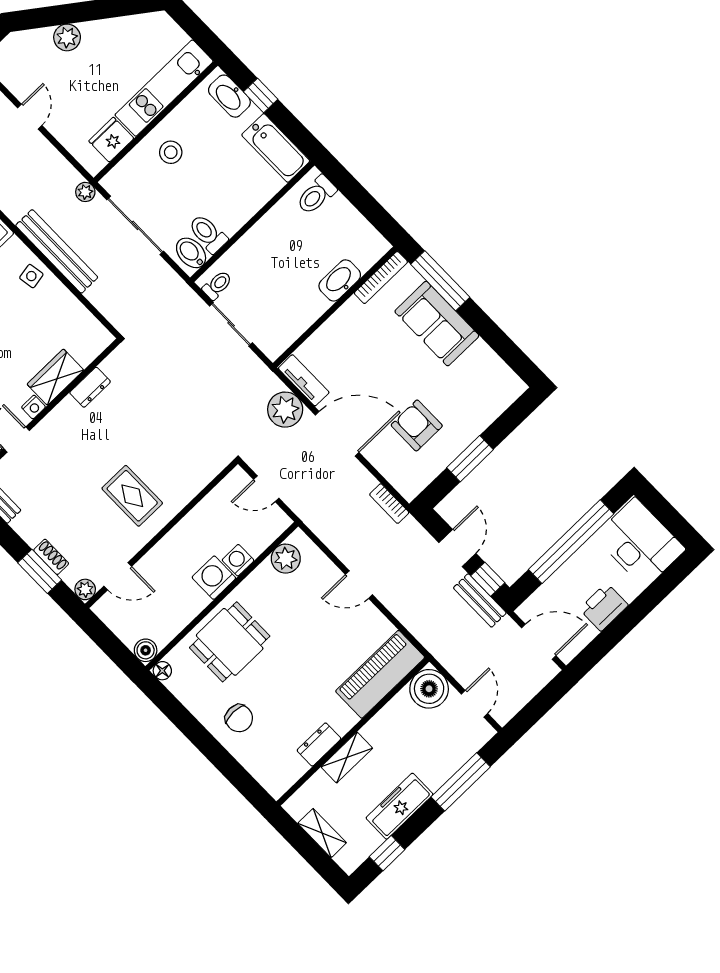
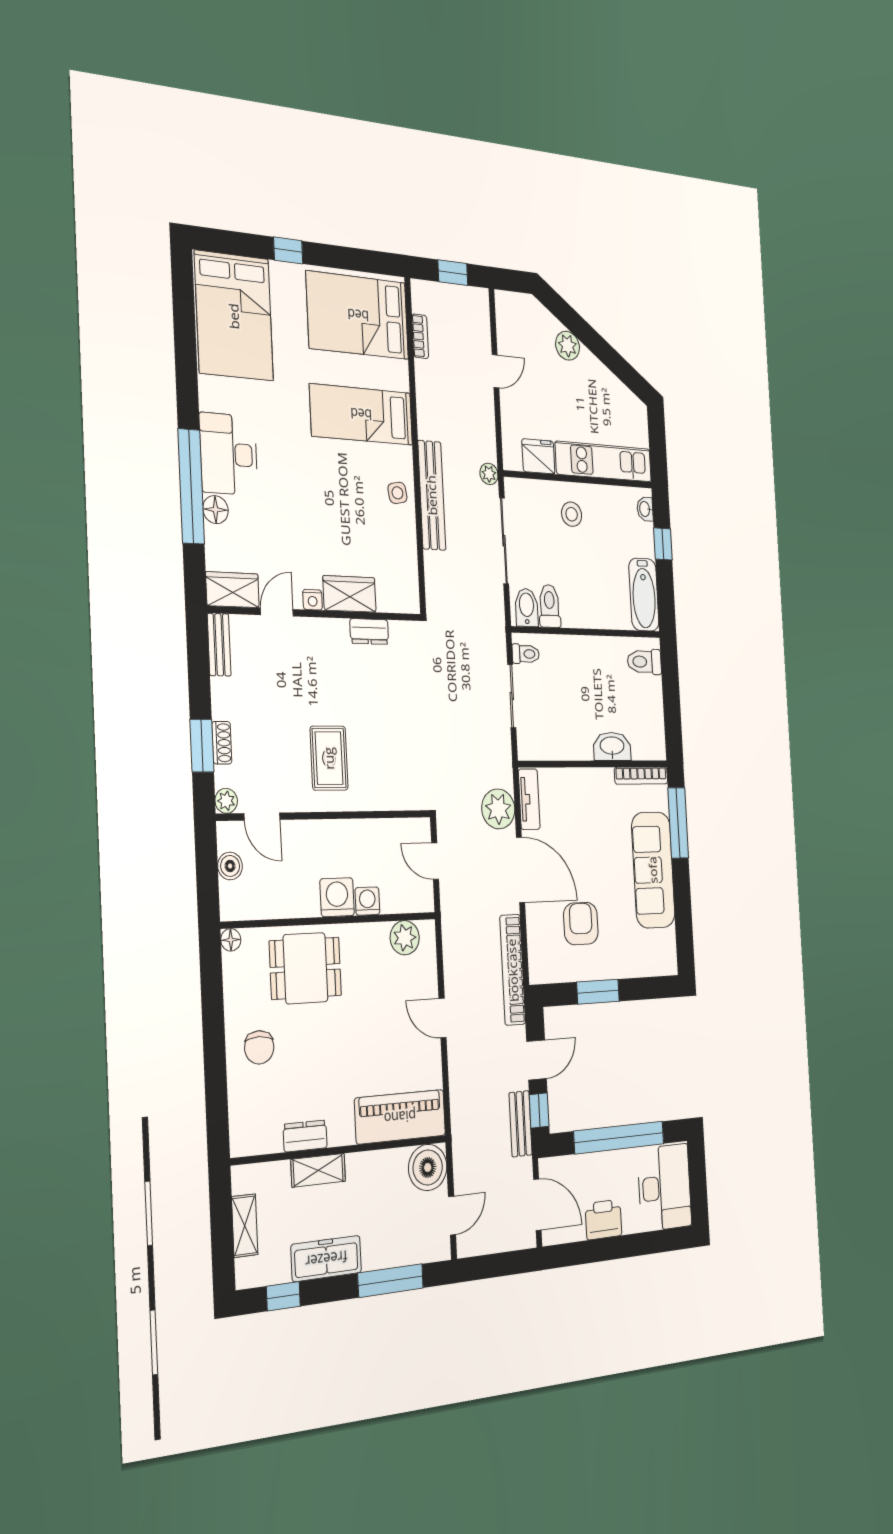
washbasin: (229, 96) -> (645, 509), width x0.52, depth x0.69
sofa: (437, 324) -> (653, 870), width x1.36
bookcase: (389, 504) -> (513, 970), width x2.31, depth x1.31
boiler: (146, 650) -> (230, 866), moved

